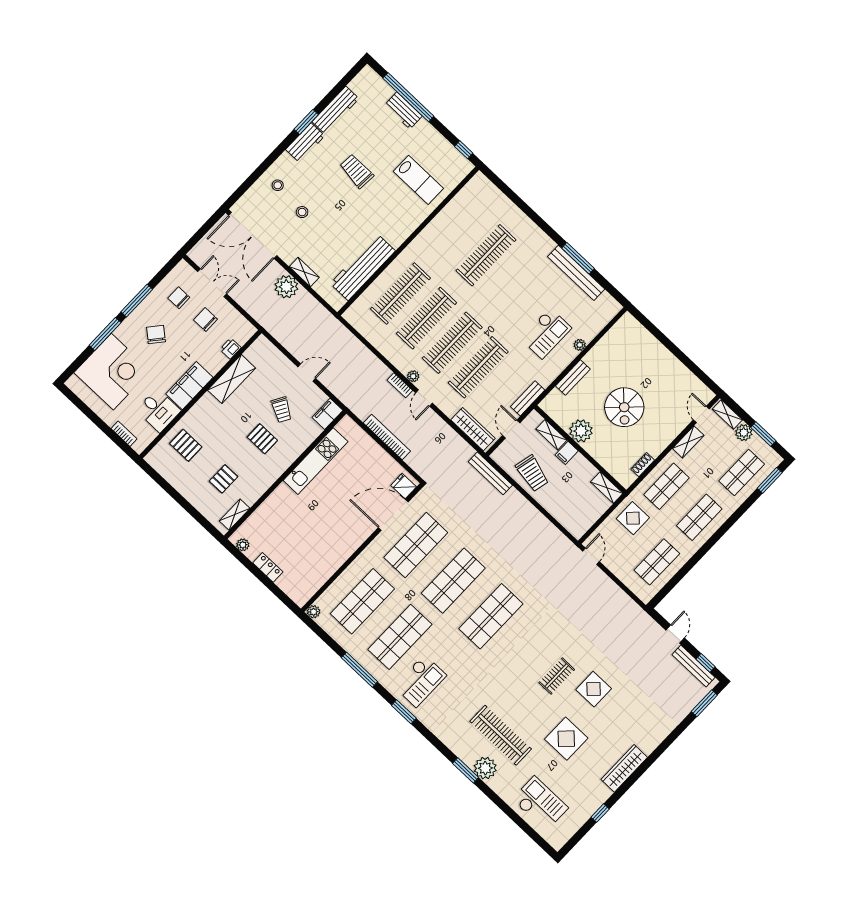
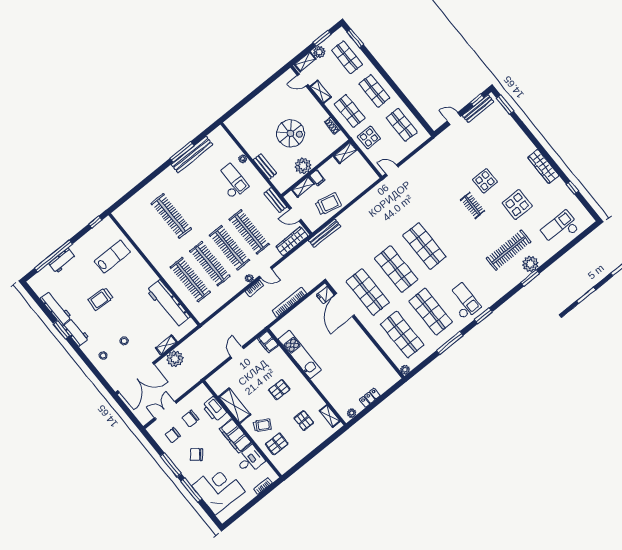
printer: (230, 348) -> (214, 409), width x1.87, depth x1.48
trolley: (282, 410) -> (262, 425), moved

